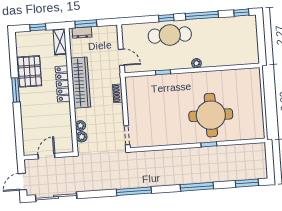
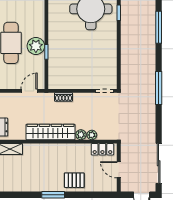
plant: (196, 63) -> (36, 46), moved, width x1.88, depth x1.88
pallet: (30, 71) -> (74, 180), moved, width x0.67, depth x0.71
locker: (63, 84) -> (102, 149), moved, width x0.66
plant: (82, 137) -> (81, 135), moved

